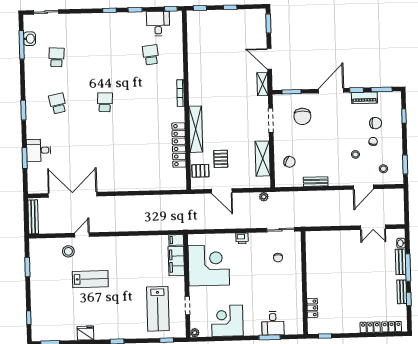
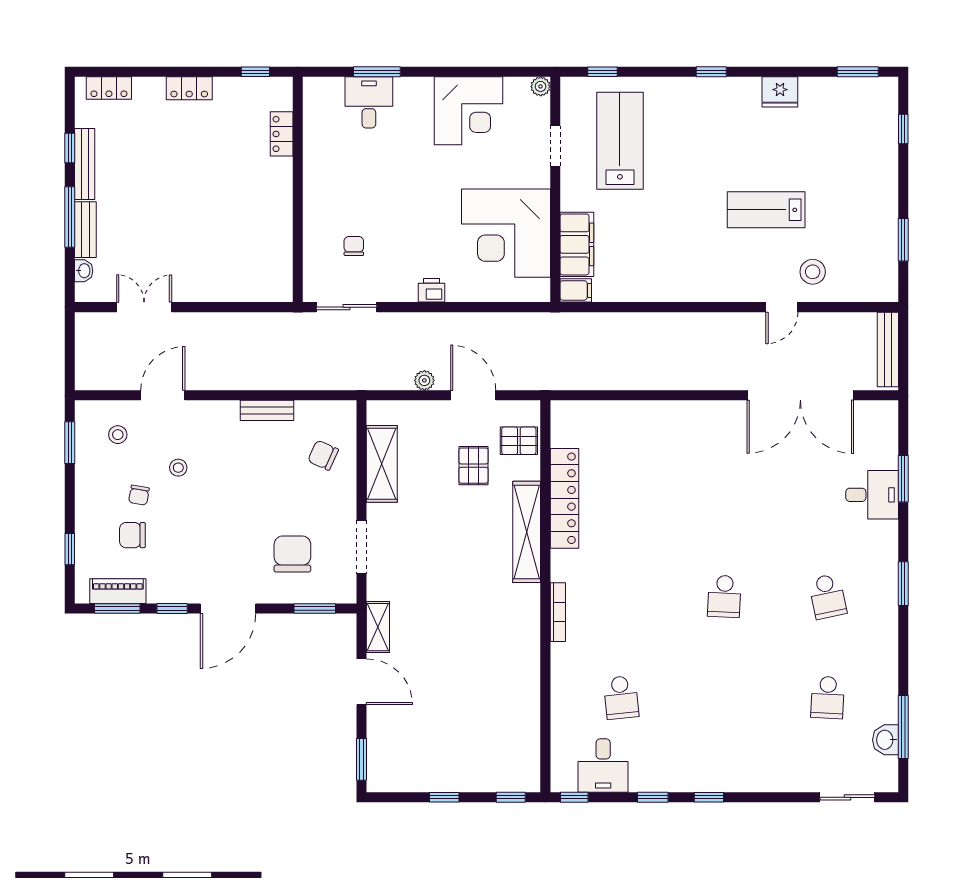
piano: (364, 98) -> (118, 591), moved
plant: (264, 197) -> (424, 380), moved
bench: (402, 292) -> (85, 164), width x1.36
locker: (370, 327) -> (189, 88), moved

